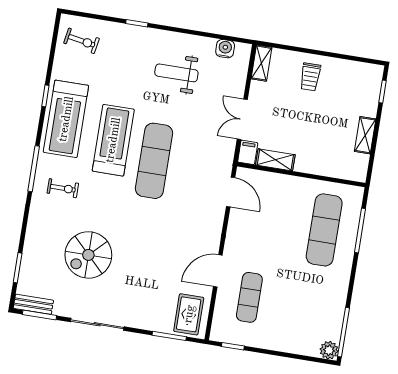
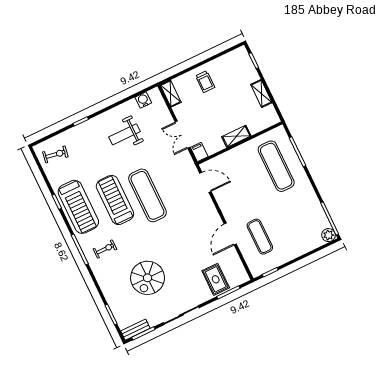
shelving: (275, 160) -> (236, 136), moved
rug: (189, 314) -> (216, 279), moved

